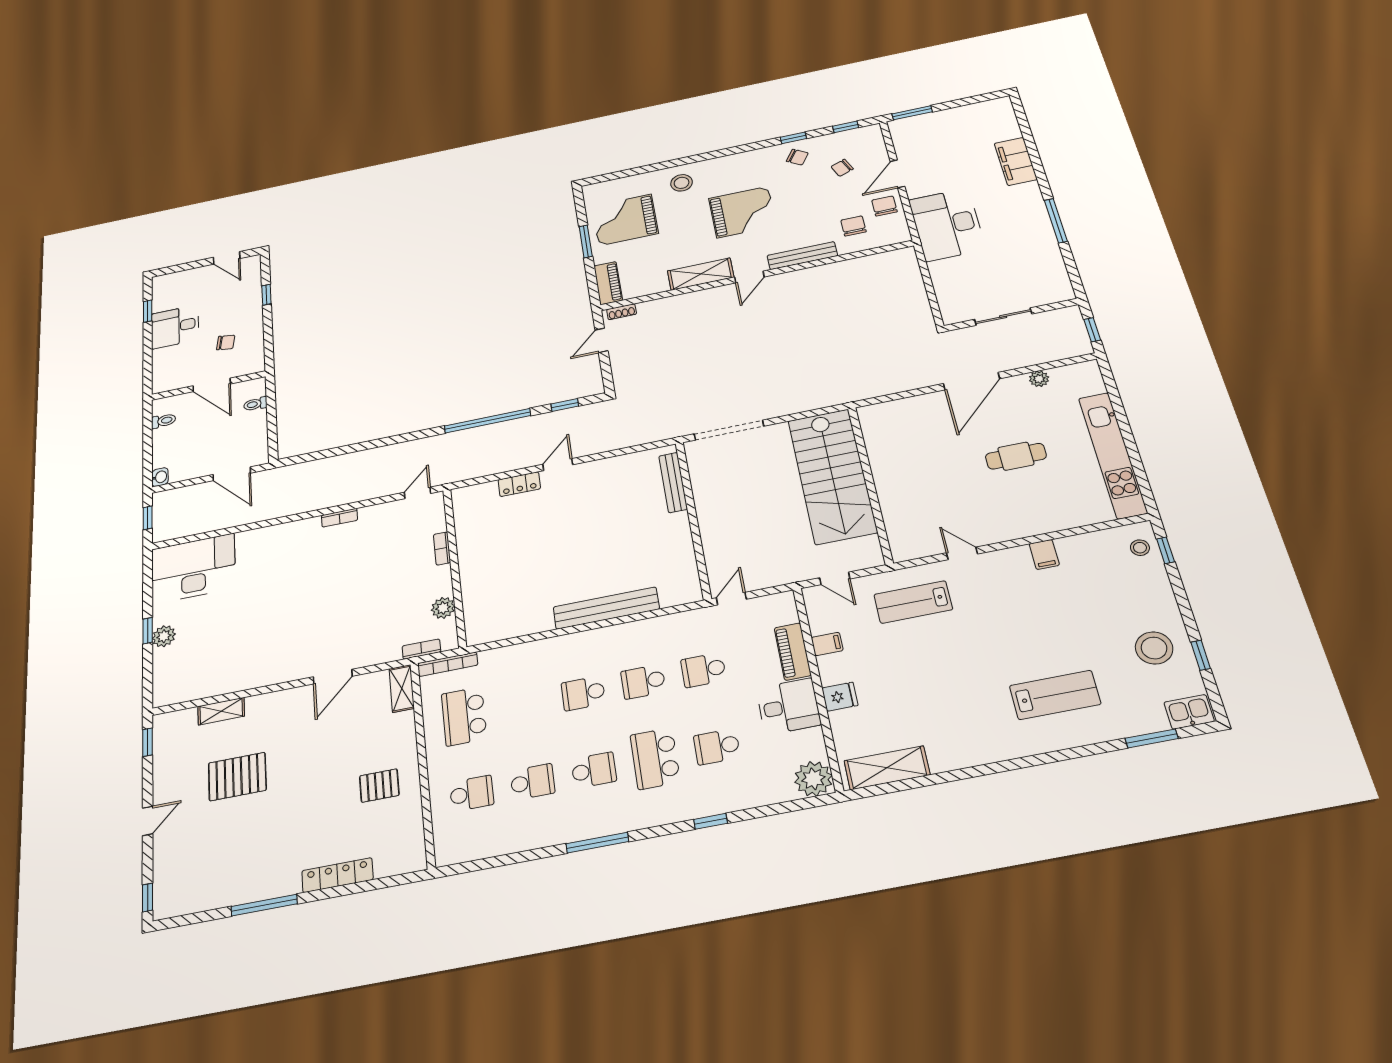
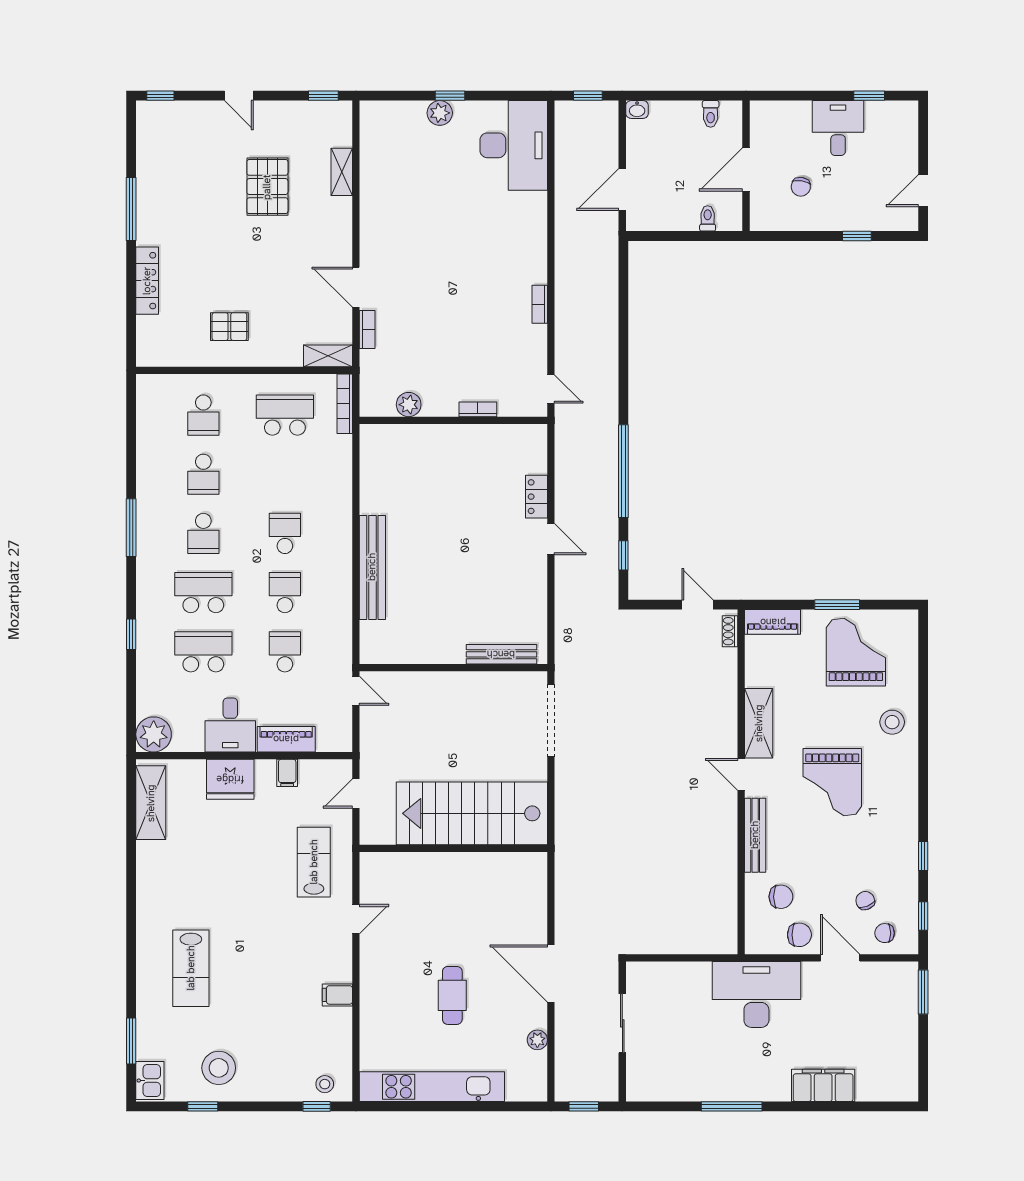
chair: (797, 157) -> (885, 933), moved, turned 57
bookcase: (421, 649) -> (367, 330), moved
fridge: (840, 697) -> (230, 779), width x1.88, depth x1.34
school desk: (717, 747) -> (203, 652), width x1.85
pallet: (379, 786) -> (229, 327), turned 90

